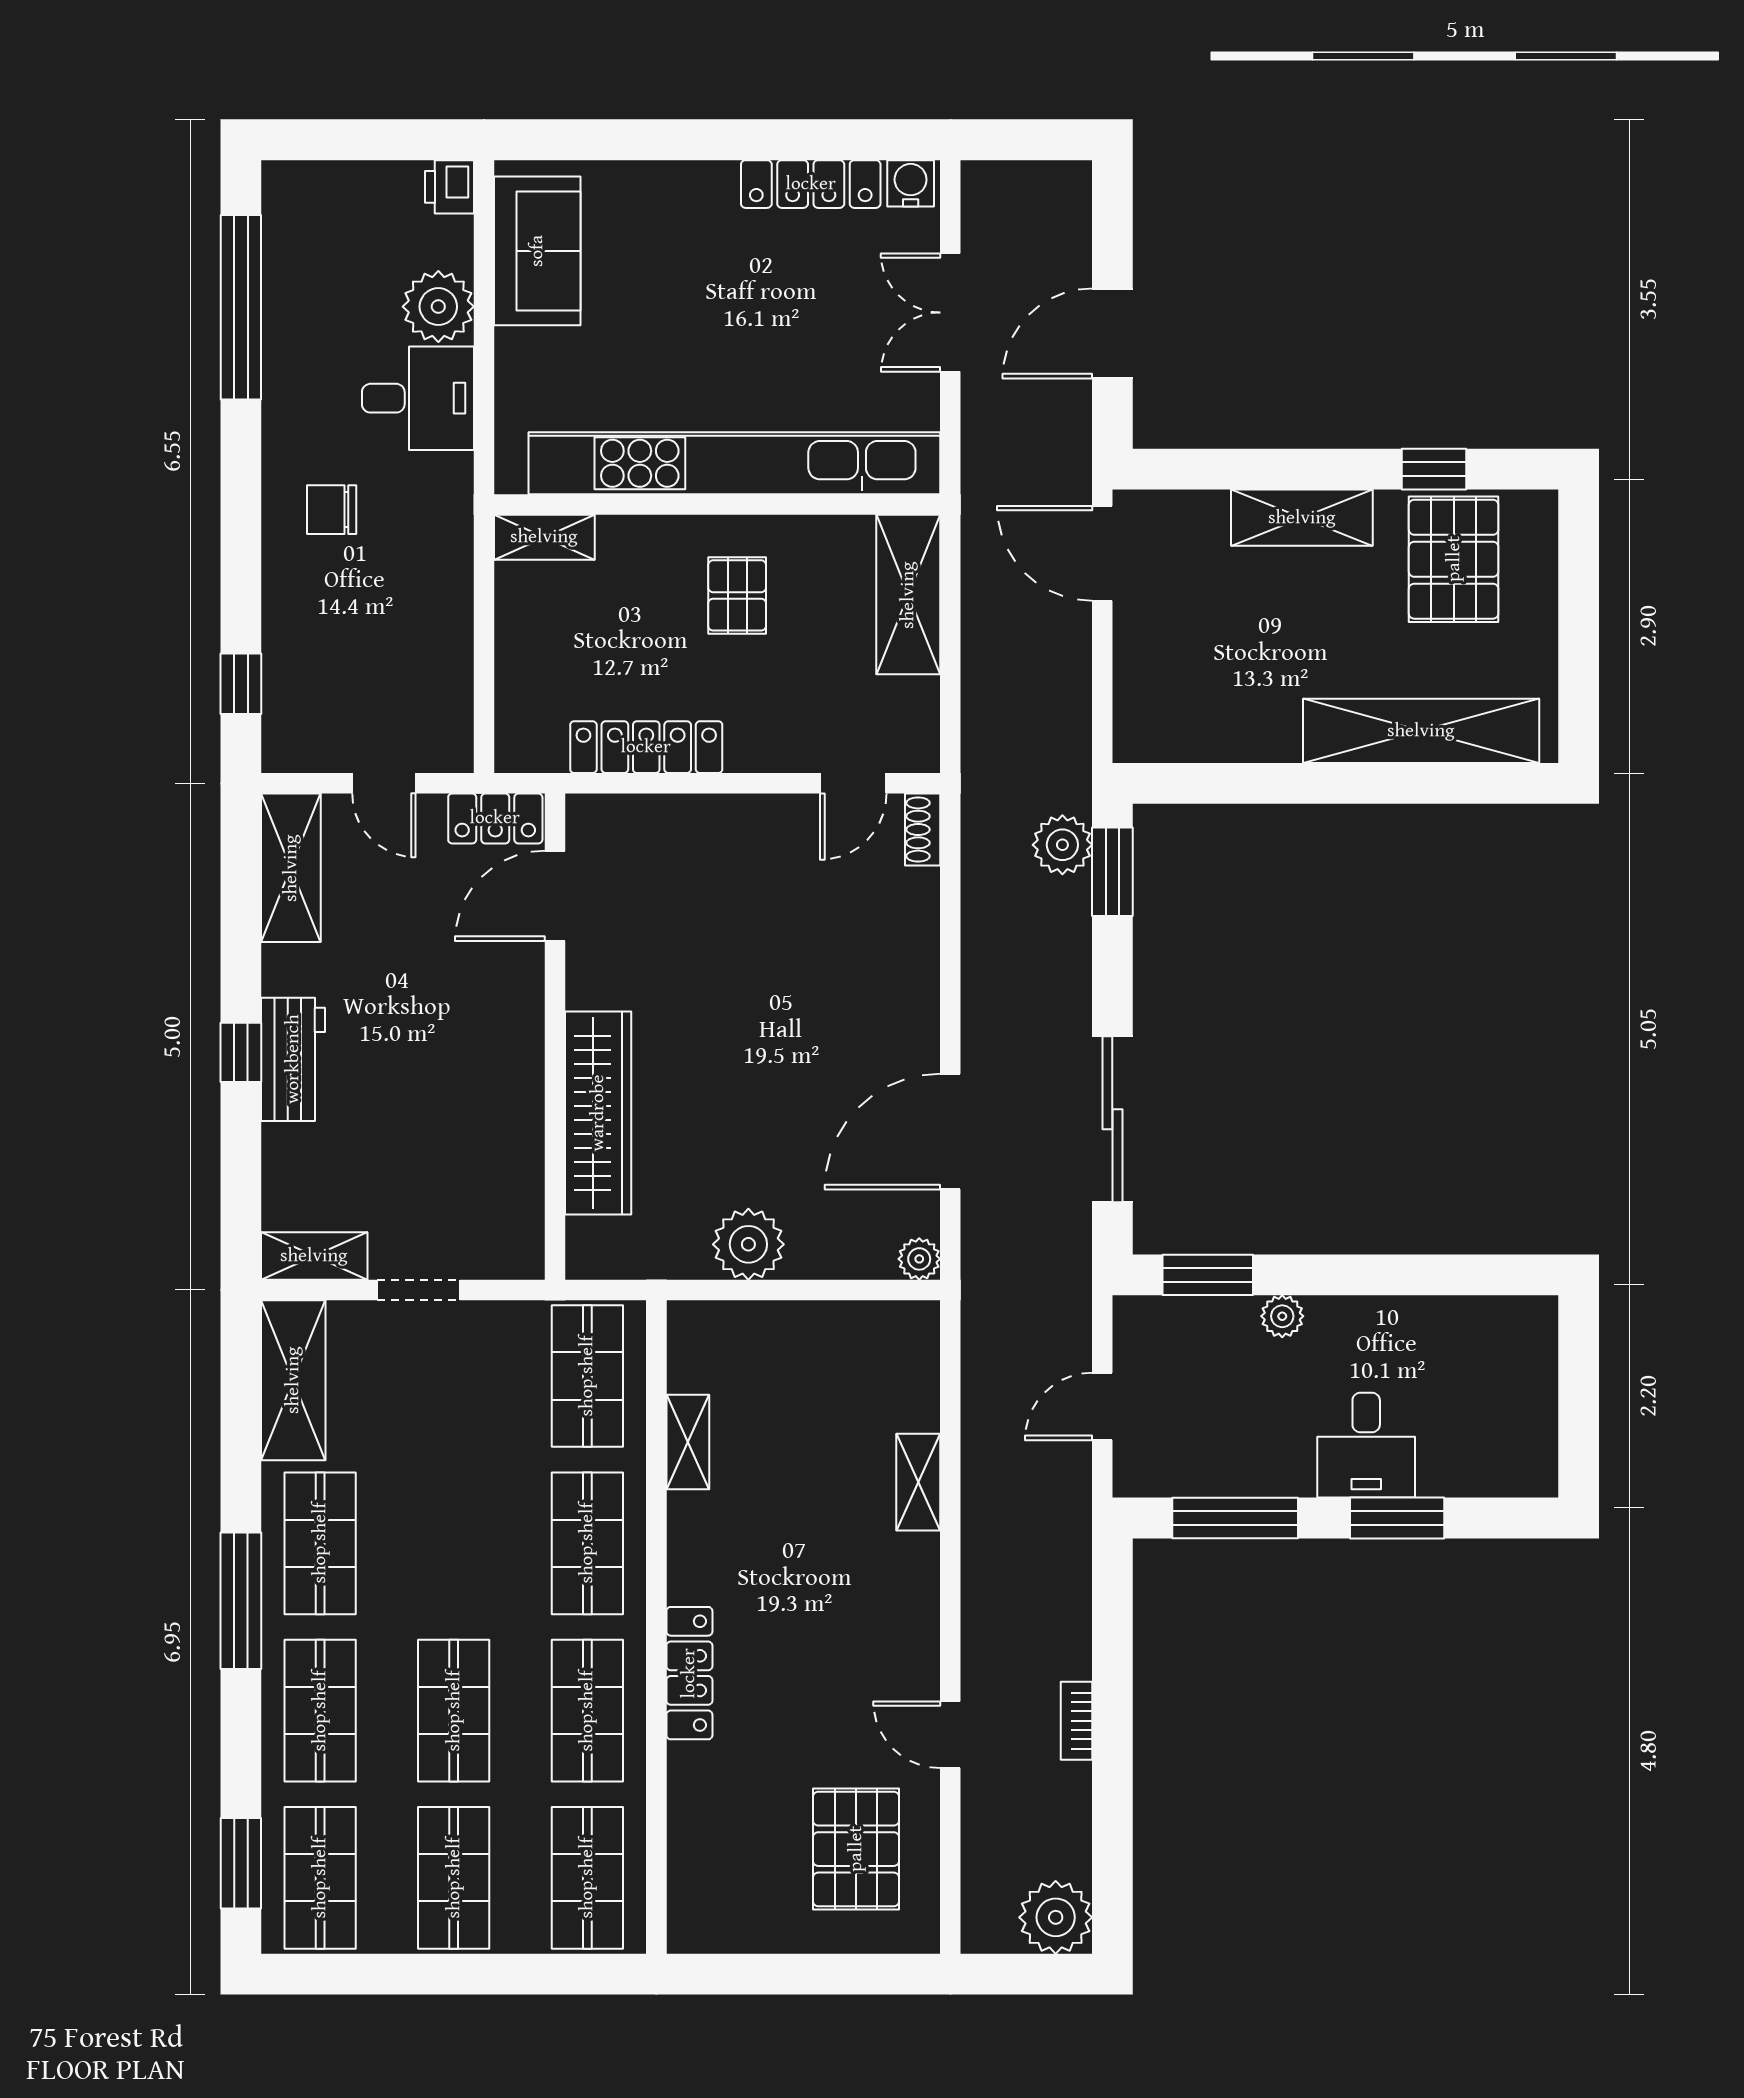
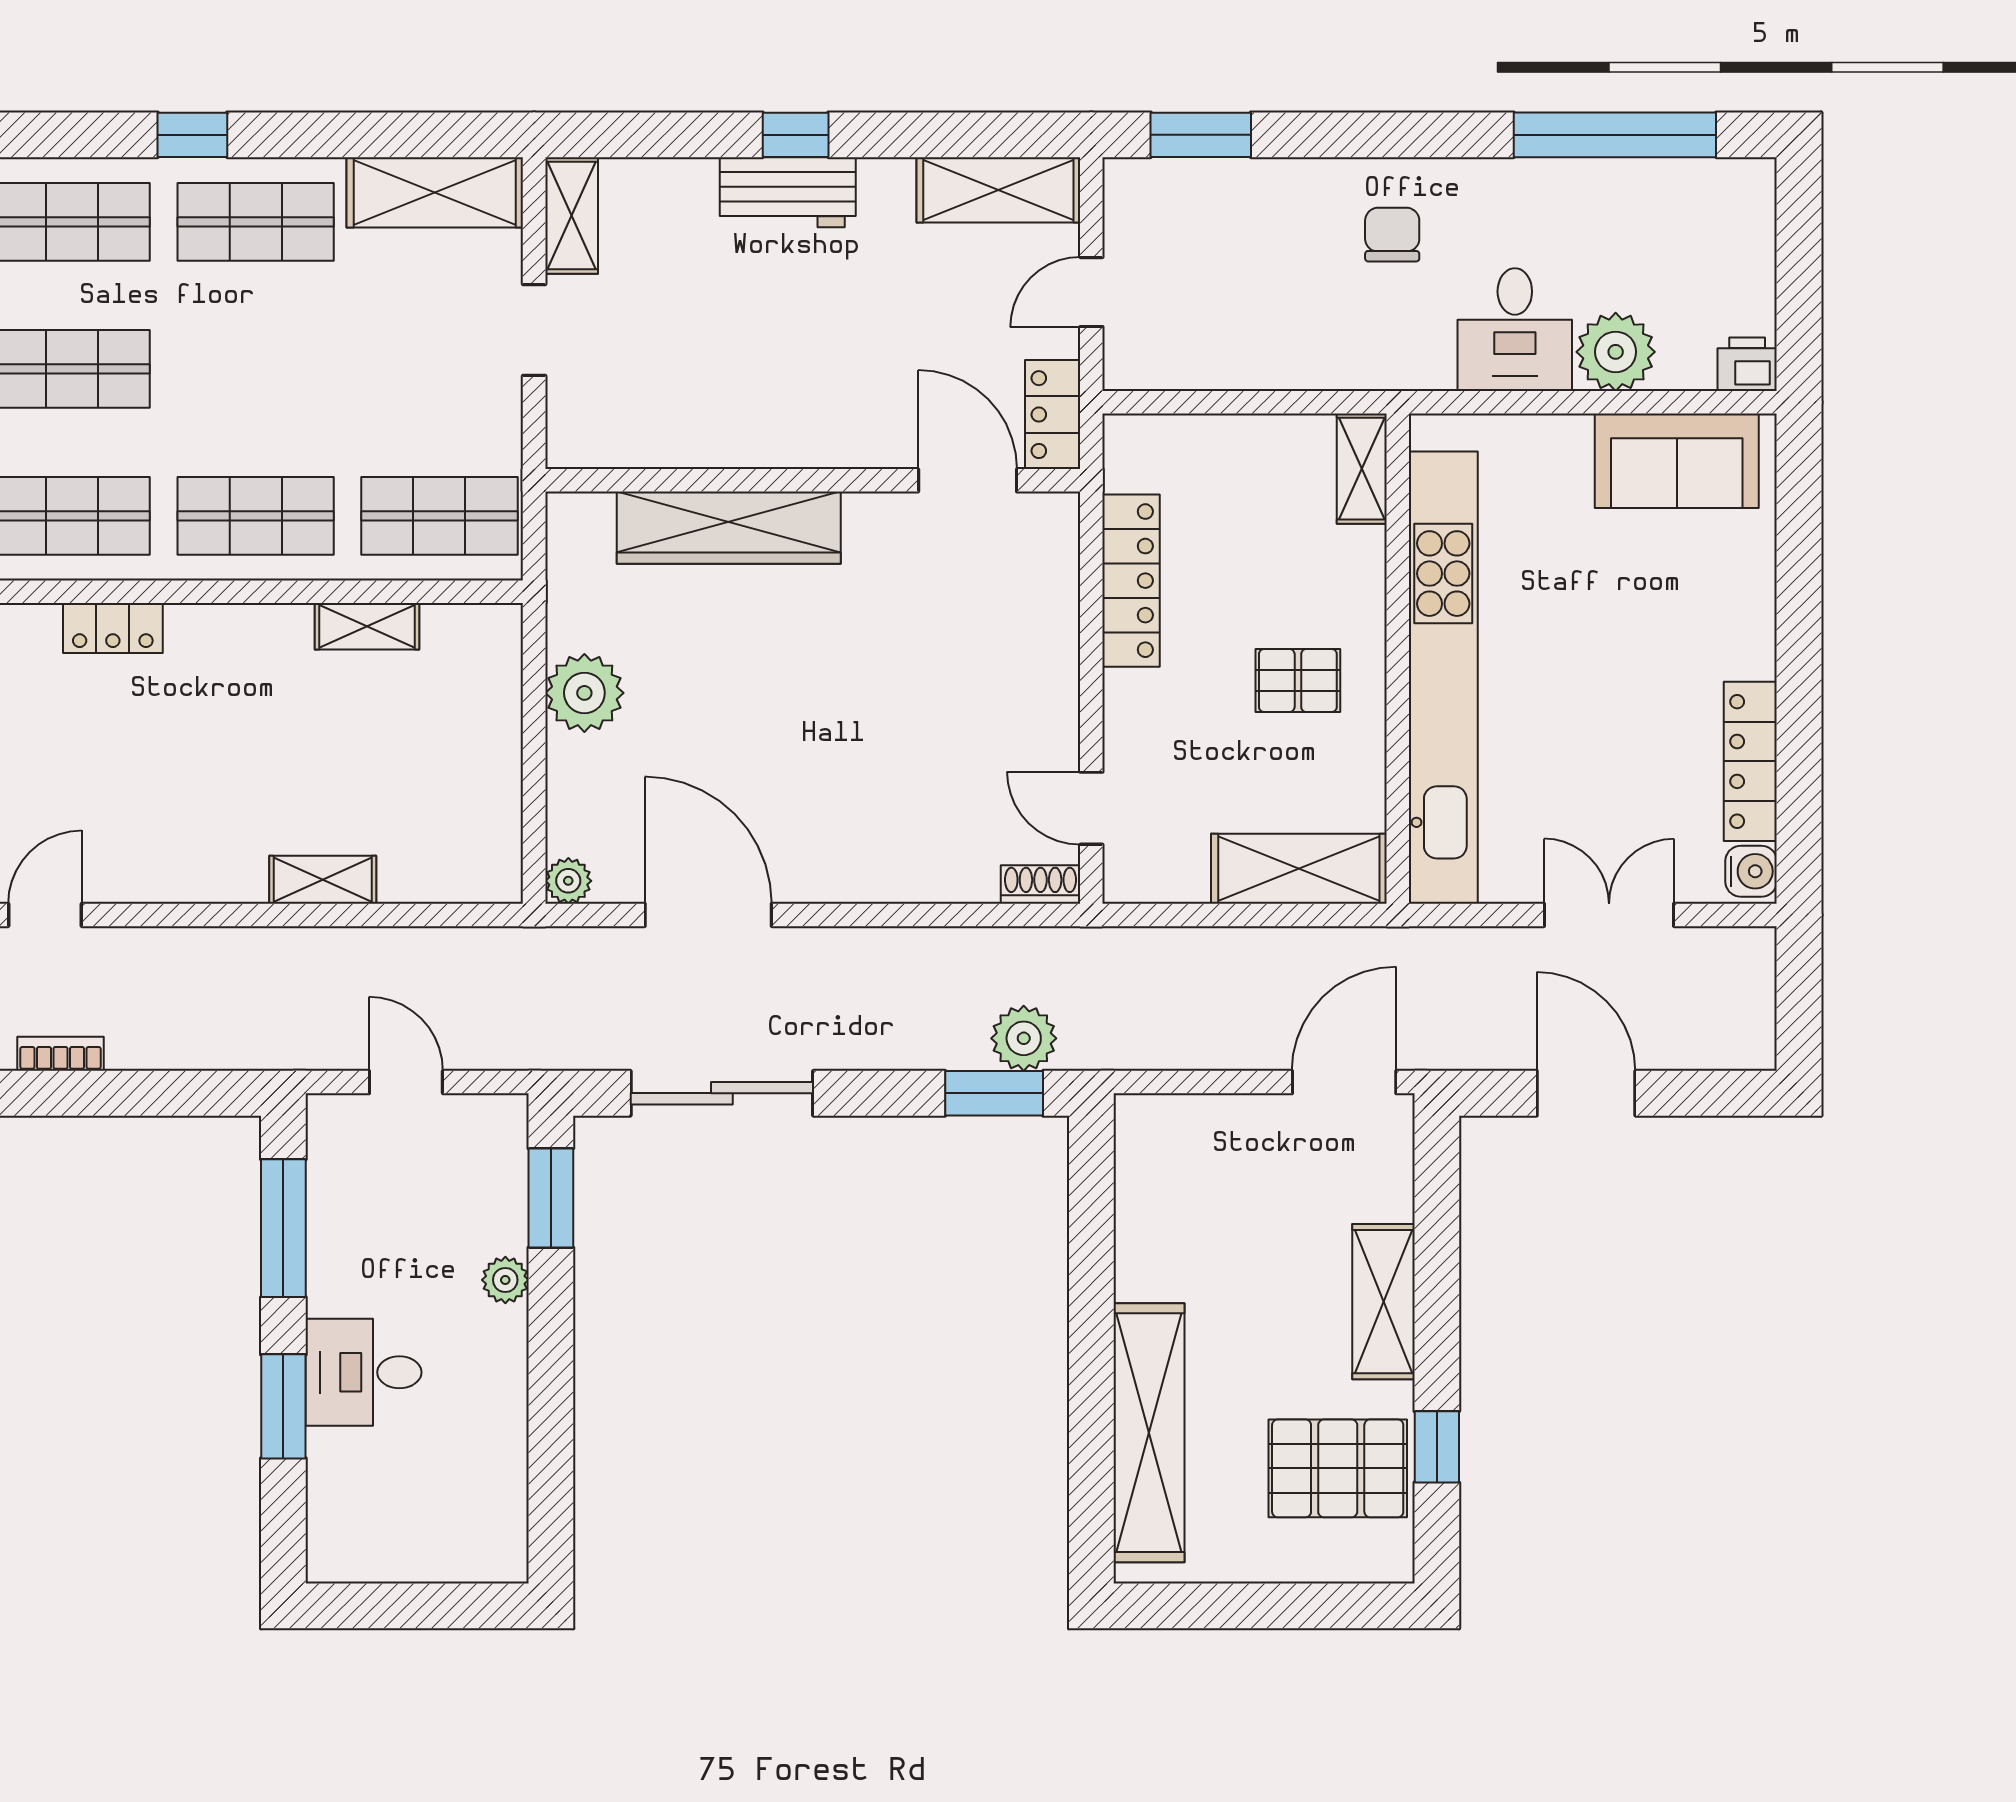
window: (241, 684) -> (1201, 135), width x1.50
window: (241, 1601) -> (192, 135), width x0.46
locker: (689, 1673) -> (113, 628), width x0.66

